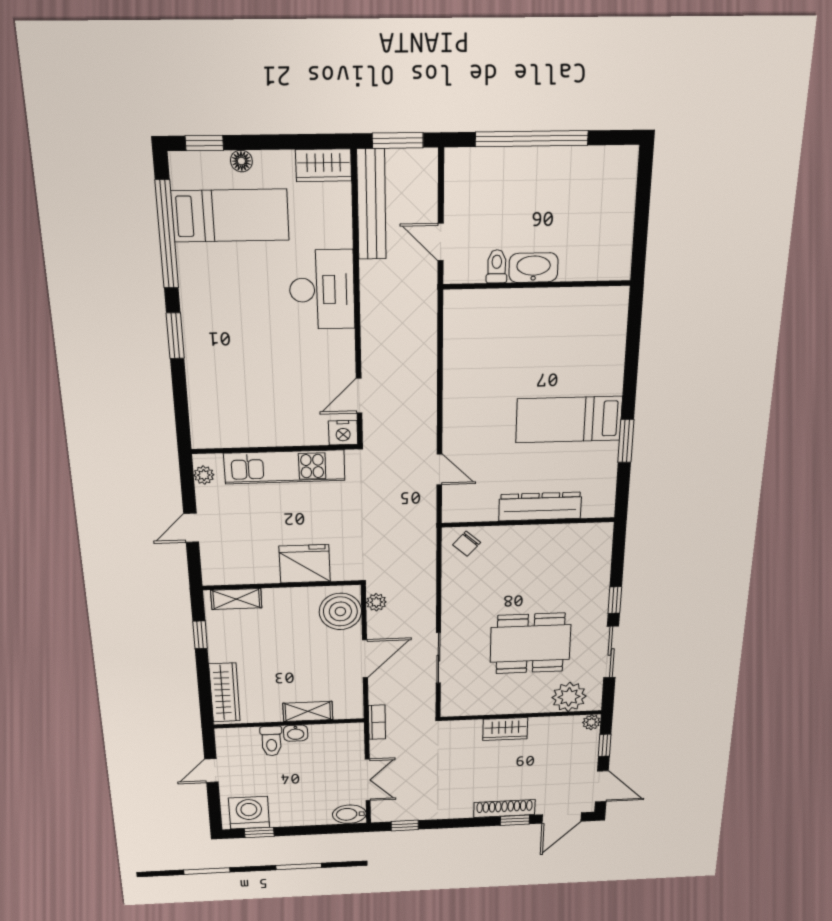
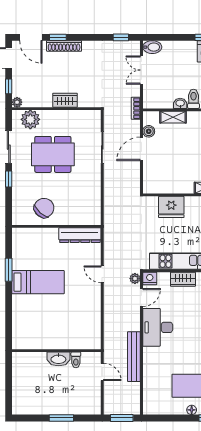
window: (532, 139) -> (61, 418), width x0.47
wardrobe: (324, 165) -> (183, 279), moved, turned 180
bench: (371, 205) -> (134, 357), moved
desk: (322, 290) -> (158, 327), moved
door: (439, 469) -> (102, 274), moved
dresser: (540, 506) -> (80, 235), moved
chair: (467, 544) -> (44, 208), moved, width x1.87, depth x1.87
plant: (376, 602) -> (135, 279), moved
boiler: (340, 611) -> (149, 131), moved, width x0.54, depth x0.54
door: (562, 818) -> (31, 37), swing flipped

